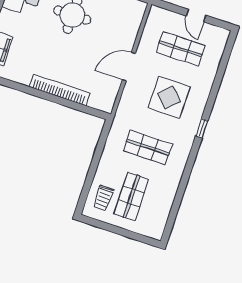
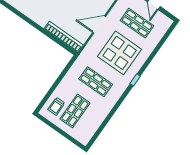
bookcase: (59, 90) -> (64, 37), moved
display table: (169, 97) -> (120, 53), width x1.36, depth x1.36

